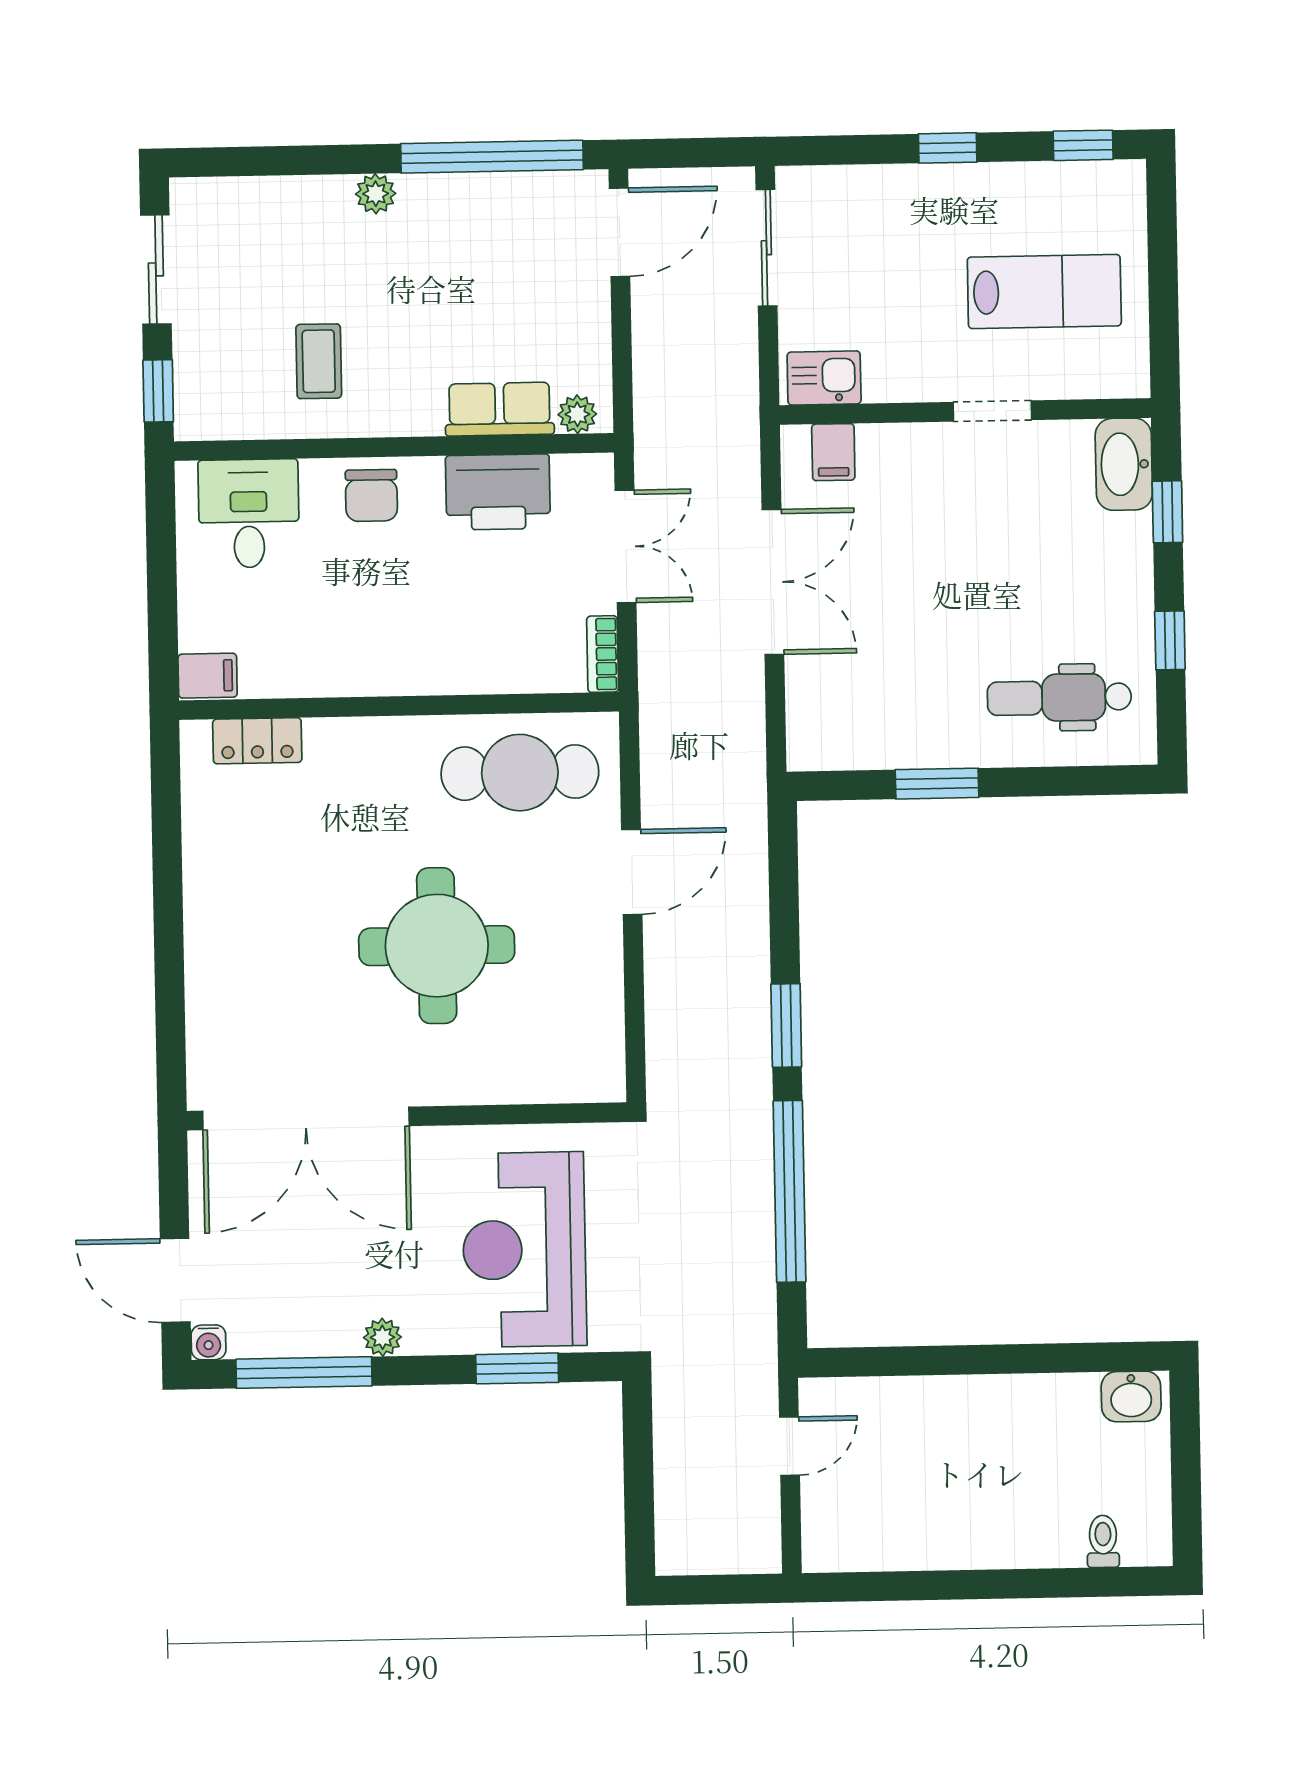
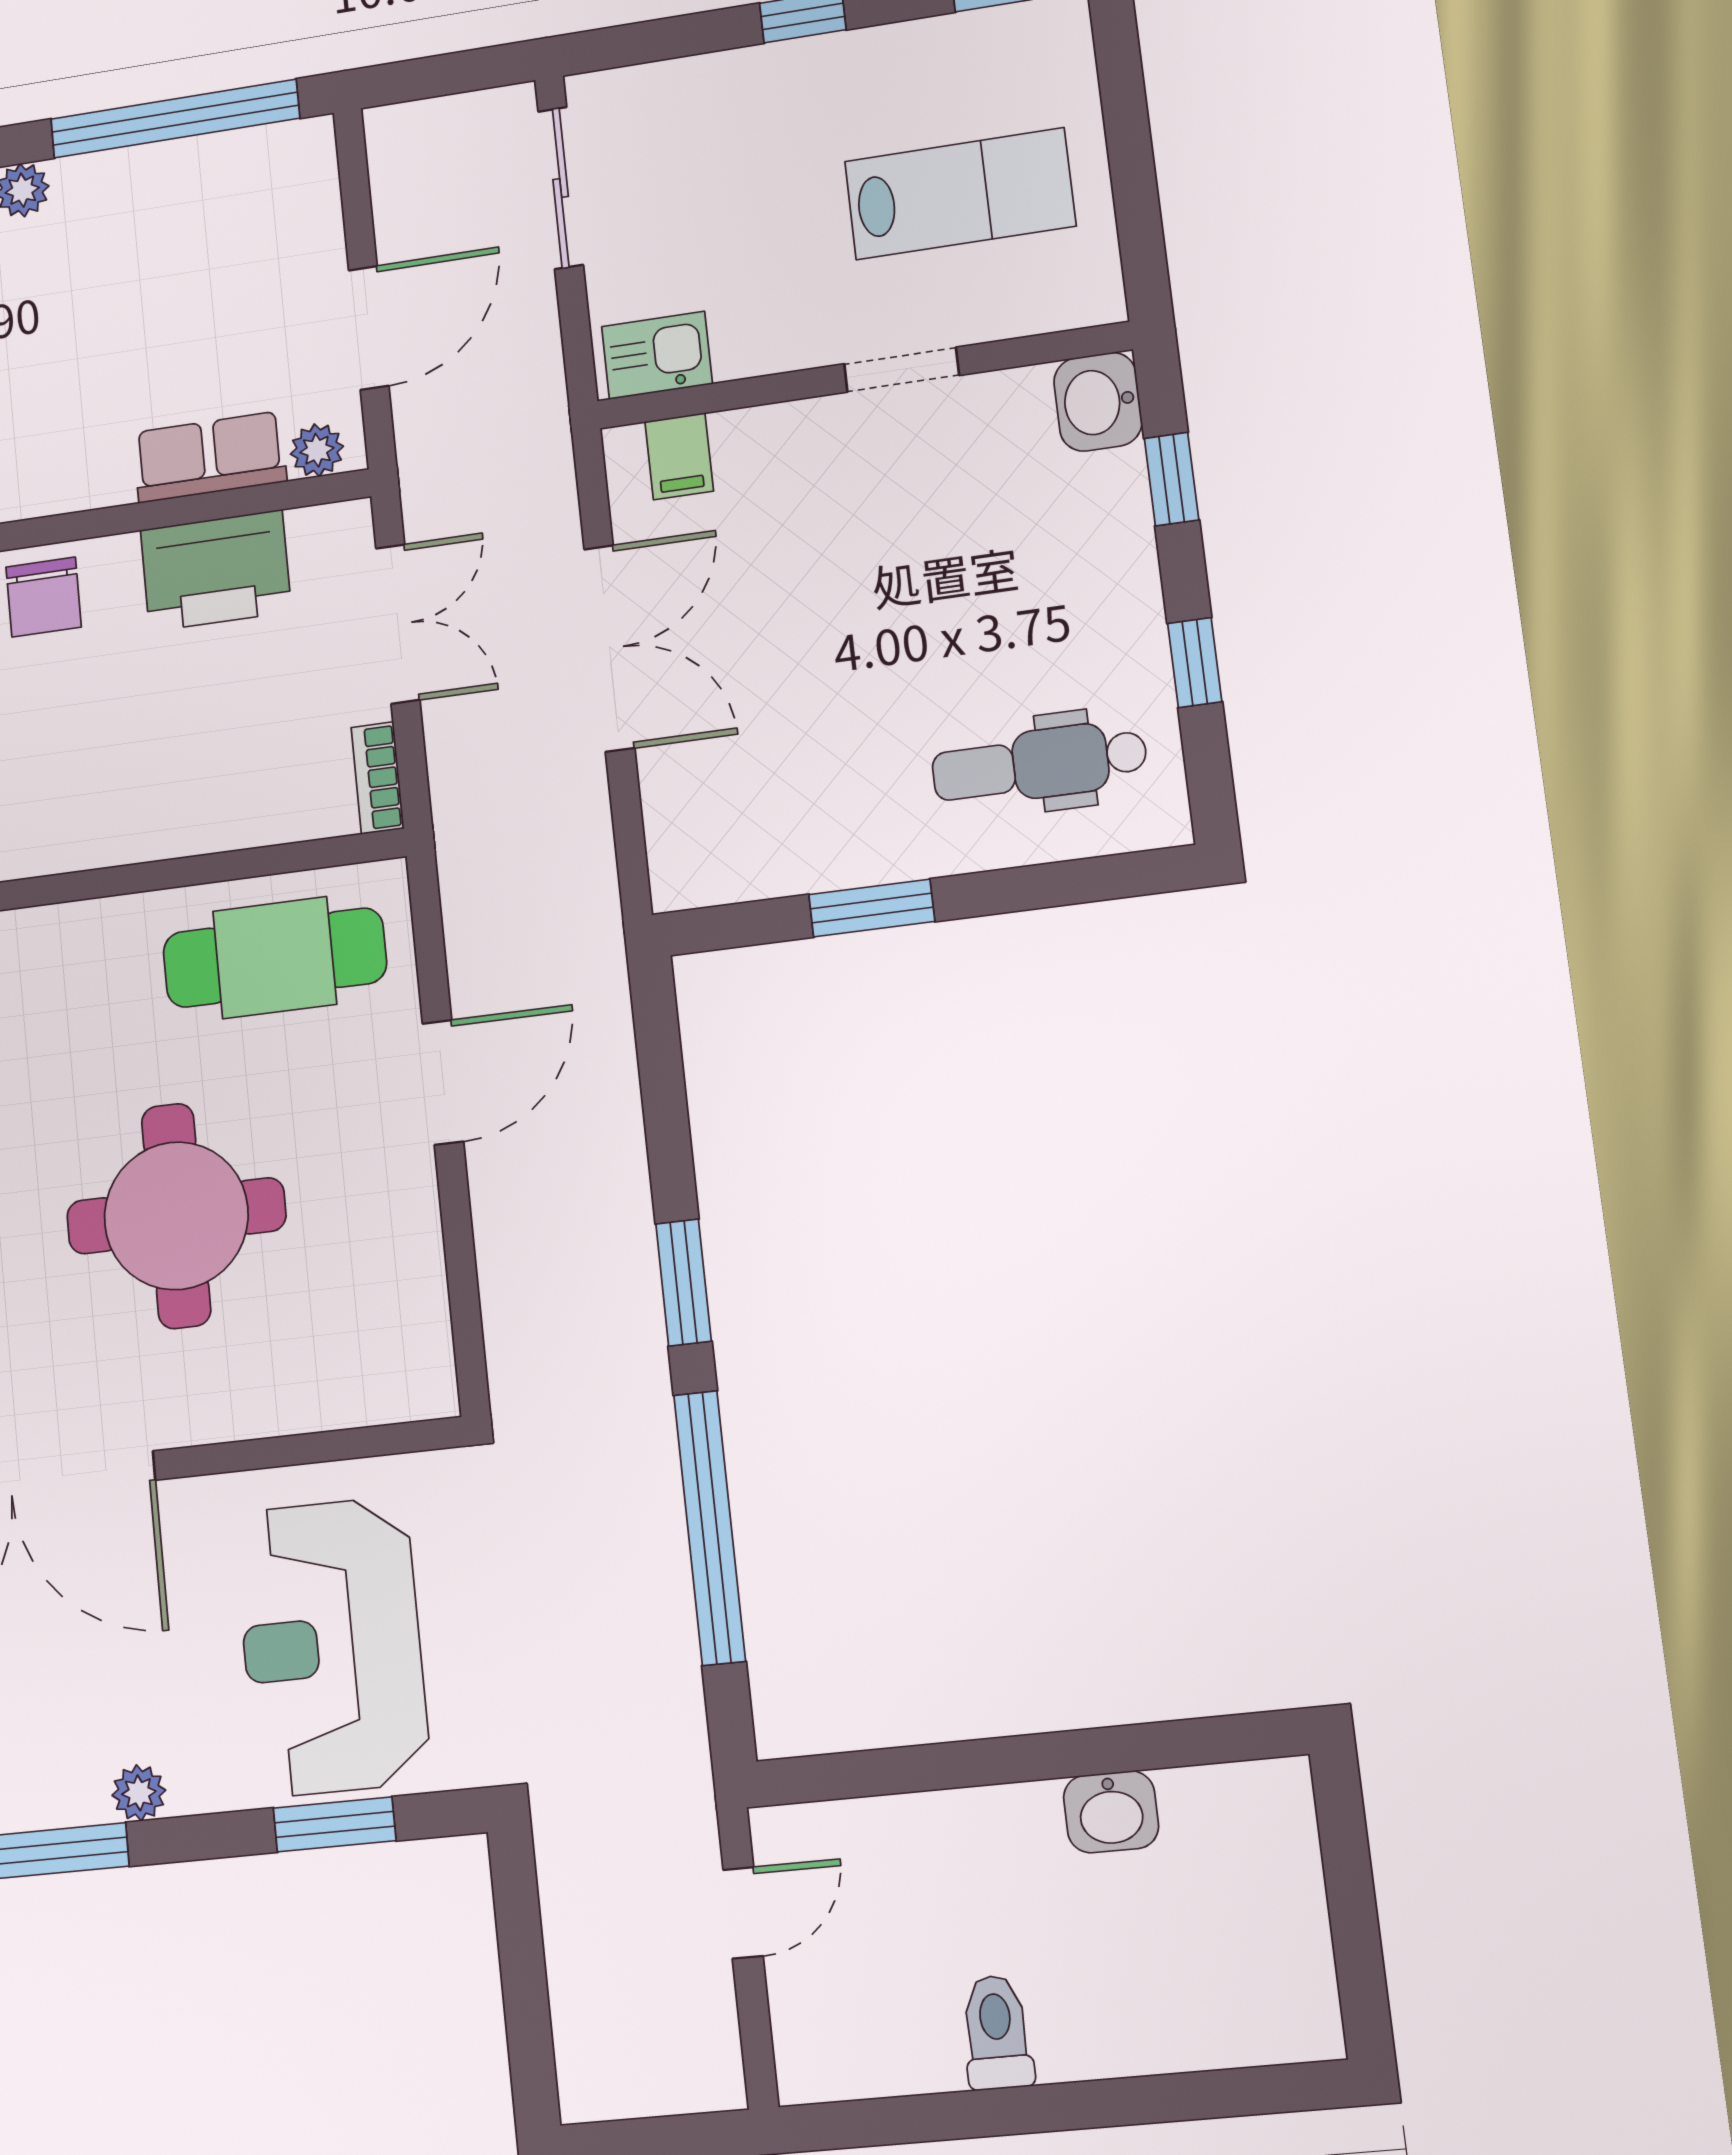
door: (620, 232) -> (369, 328), moved
washbasin: (1124, 464) -> (1098, 402), width x0.72
washbasin: (1131, 1396) -> (1111, 1812), moved
toilet: (1103, 1541) -> (997, 2032), moved, width x1.37, depth x1.39

